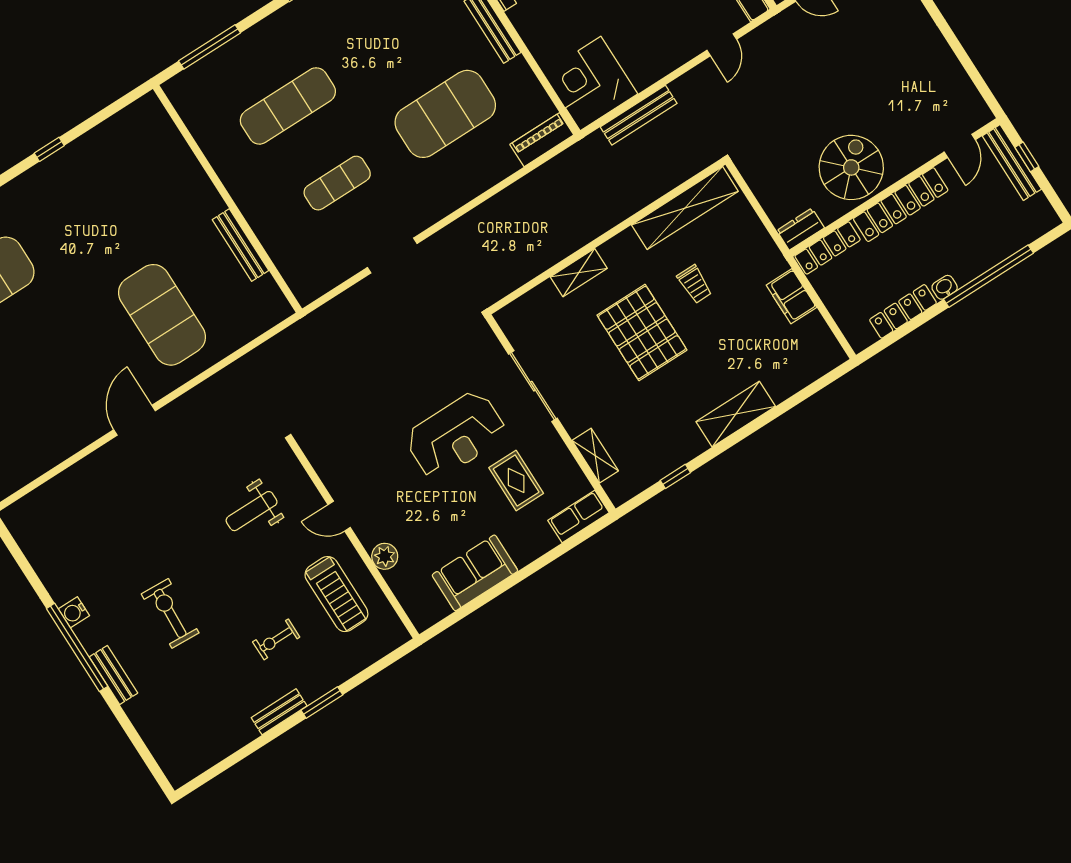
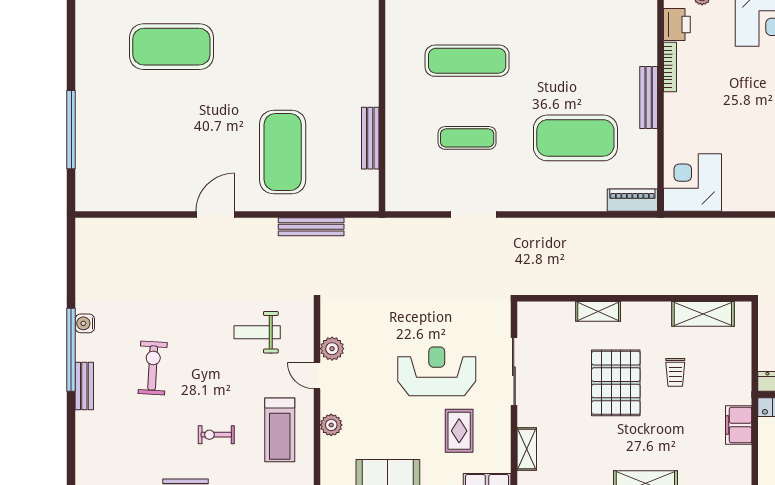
bench: (639, 115) -> (311, 227), moved
shelving: (685, 208) -> (703, 314), width x0.68
reception desk: (456, 435) -> (437, 371), turned 180
plant: (337, 480) -> (332, 349), added

